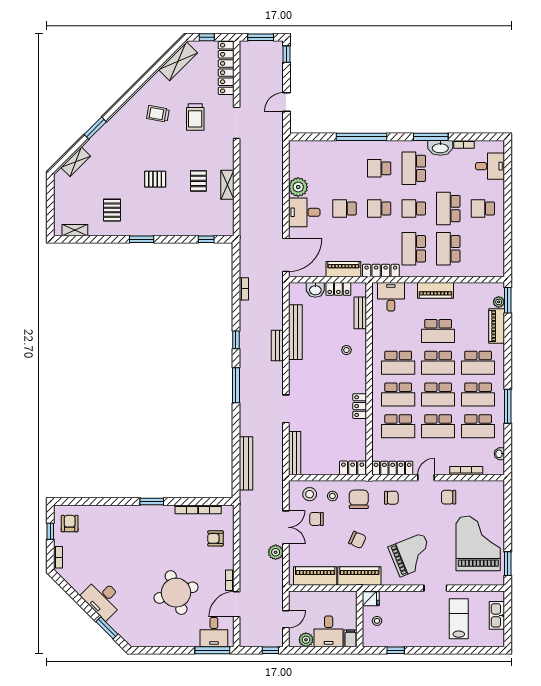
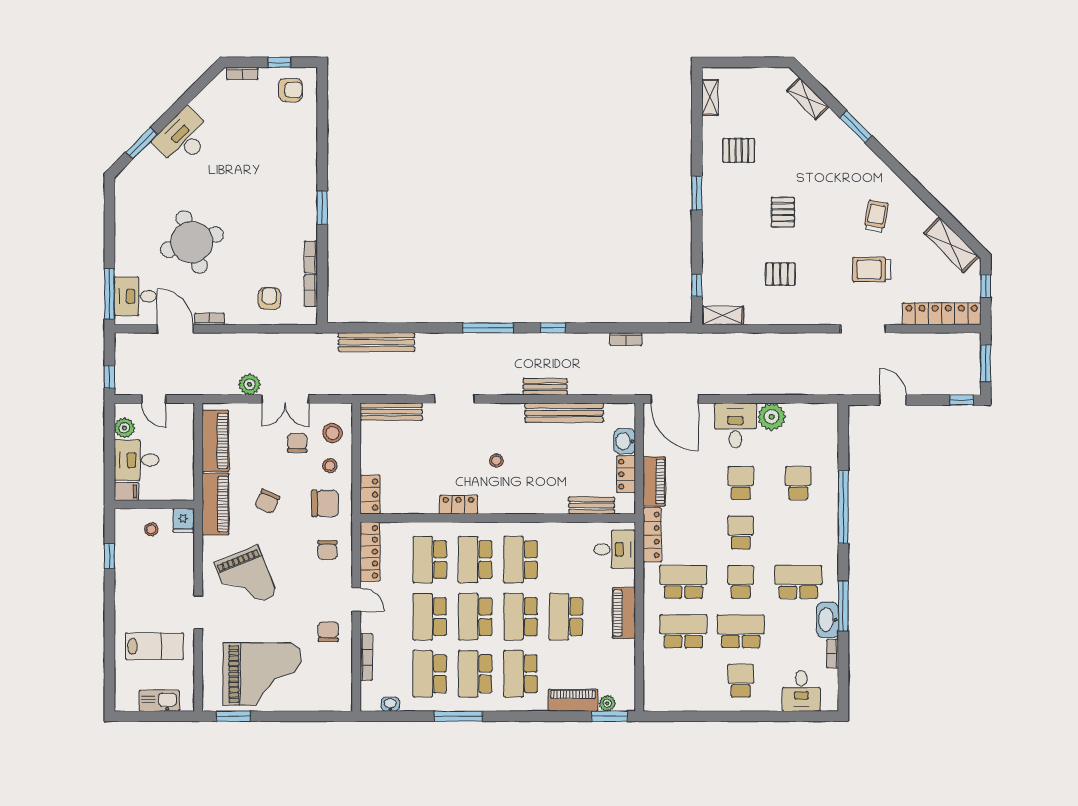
school desk: (379, 168) -> (798, 483), moved
shelving: (227, 185) -> (723, 316), moved
stool: (346, 350) -> (496, 461), moved

